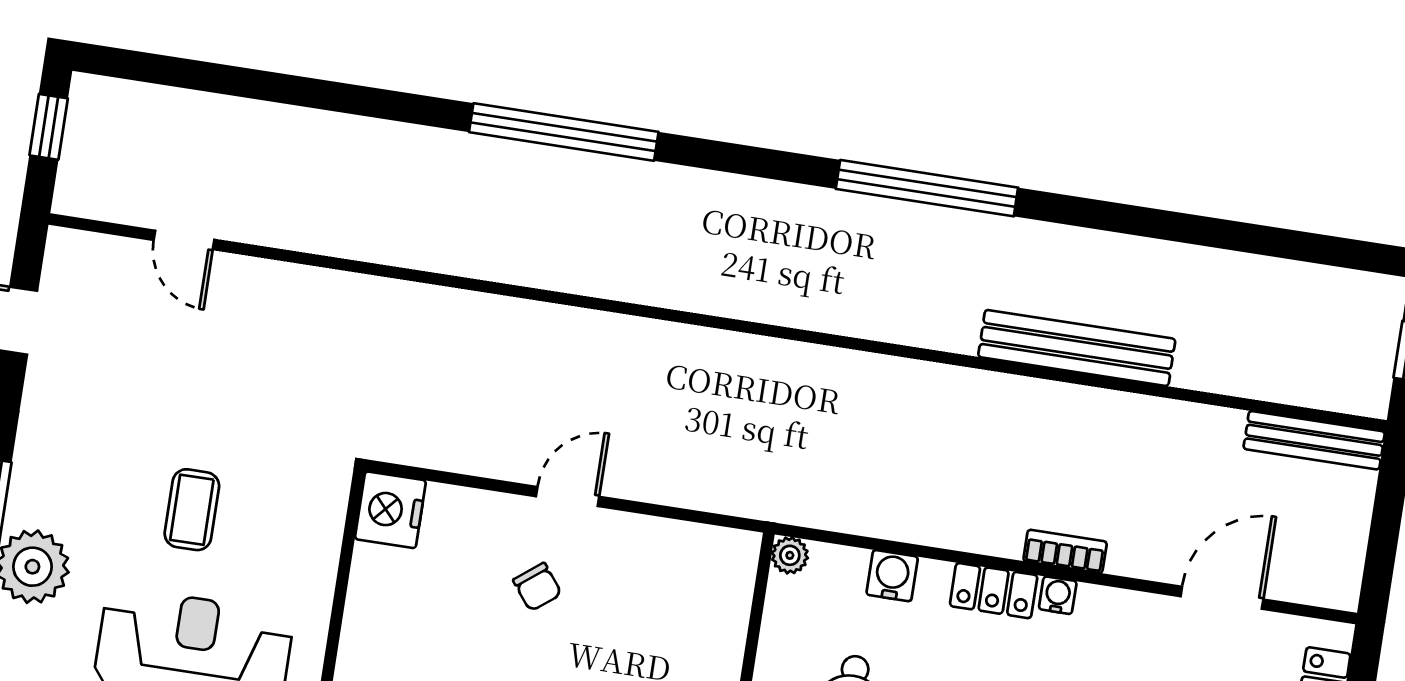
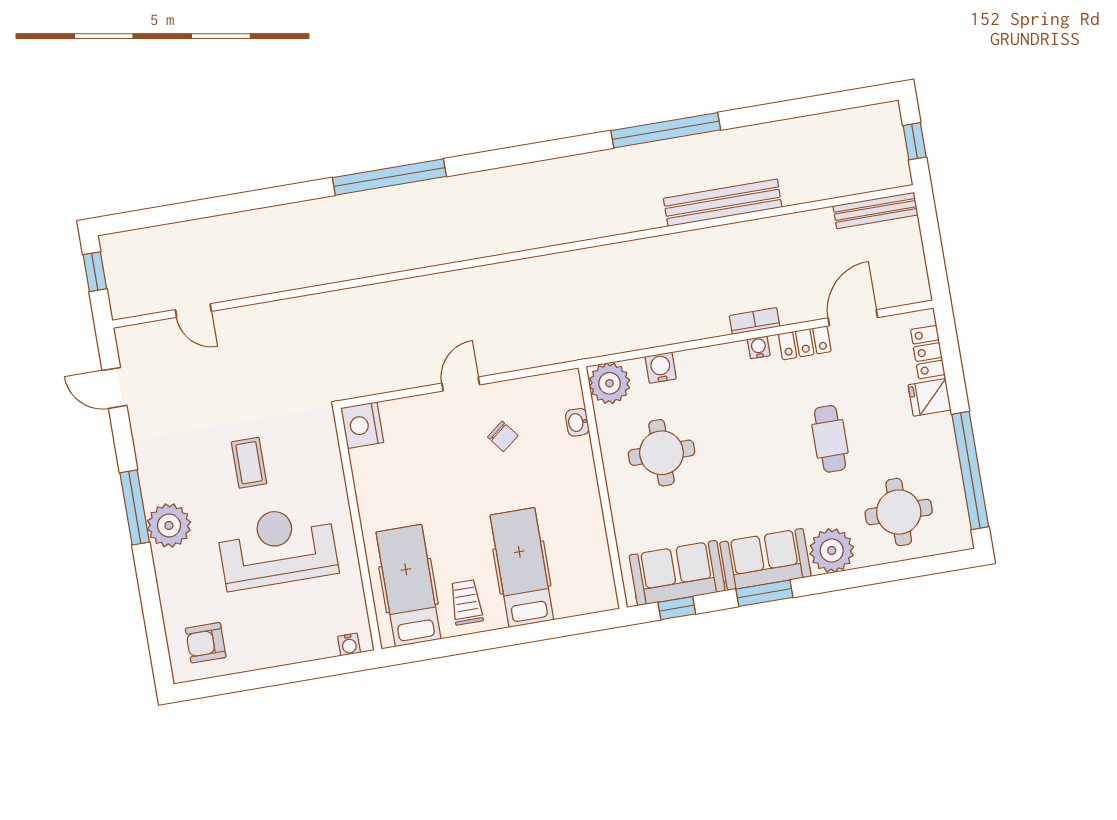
window: (927, 188) -> (666, 130), moved
plant: (790, 555) -> (610, 383), width x1.88, depth x1.88
chair: (537, 587) -> (503, 436), moved
locker: (994, 591) -> (805, 343), moved
washbasin: (732, 618) -> (577, 422), added

